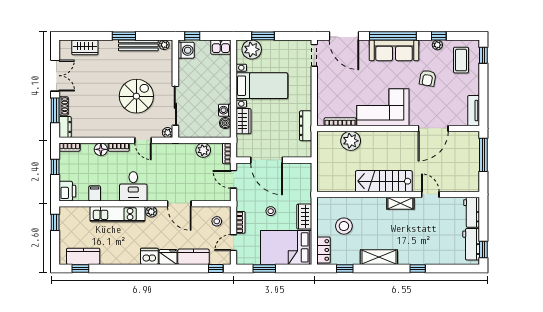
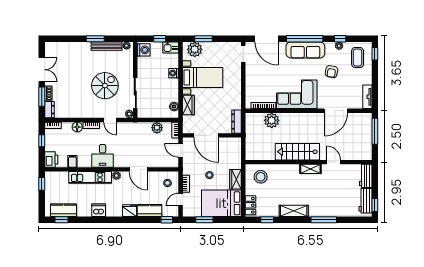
window: (192, 36) -> (160, 39), moved
wardrobe: (85, 47) -> (65, 48), removed
washing machine: (225, 110) -> (174, 73), moved
dresser: (306, 126) -> (237, 122), moved
stool: (344, 226) -> (261, 177), moved
dishwasher: (149, 256) -> (99, 210), moved
window: (418, 269) -> (324, 220), width x2.17

